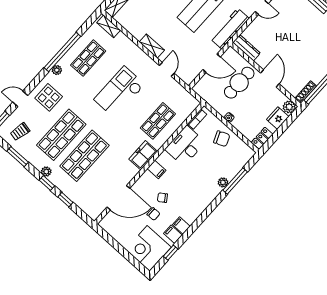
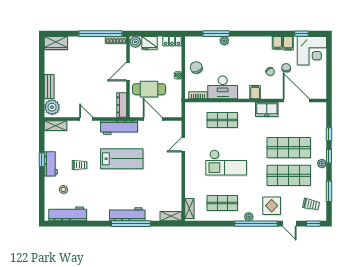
shelving: (152, 46) -> (177, 168), removed
window: (62, 52) -> (256, 224), moved
freezer: (143, 155) -> (267, 109), moved

